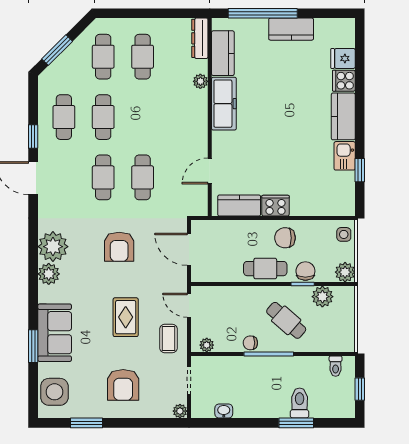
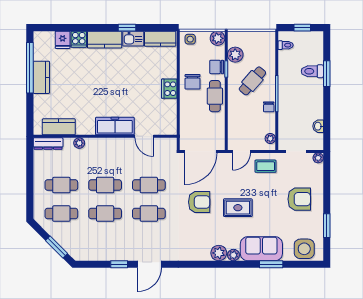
window: (263, 13) -> (30, 68), moved
freezer: (224, 104) -> (115, 126), moved
cafe table: (64, 117) -> (105, 185), moved
window: (360, 170) -> (127, 28), moved
kitchen counter: (239, 205) -> (160, 39), moved, turned -90
plant: (53, 247) -> (234, 255), moved, width x0.53, depth x0.53
door: (189, 249) -> (201, 151), width x1.36
rug: (126, 317) -> (238, 208), moved

